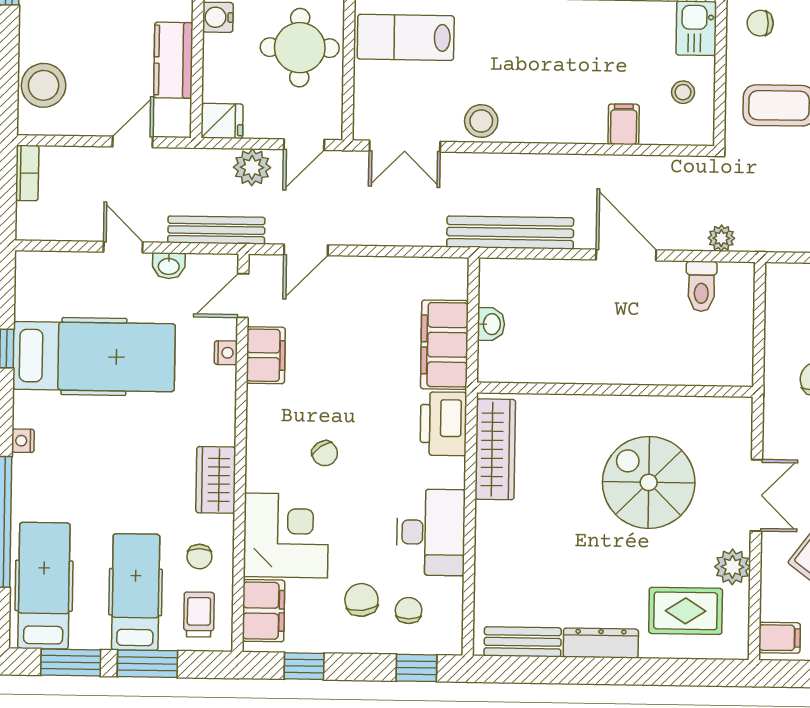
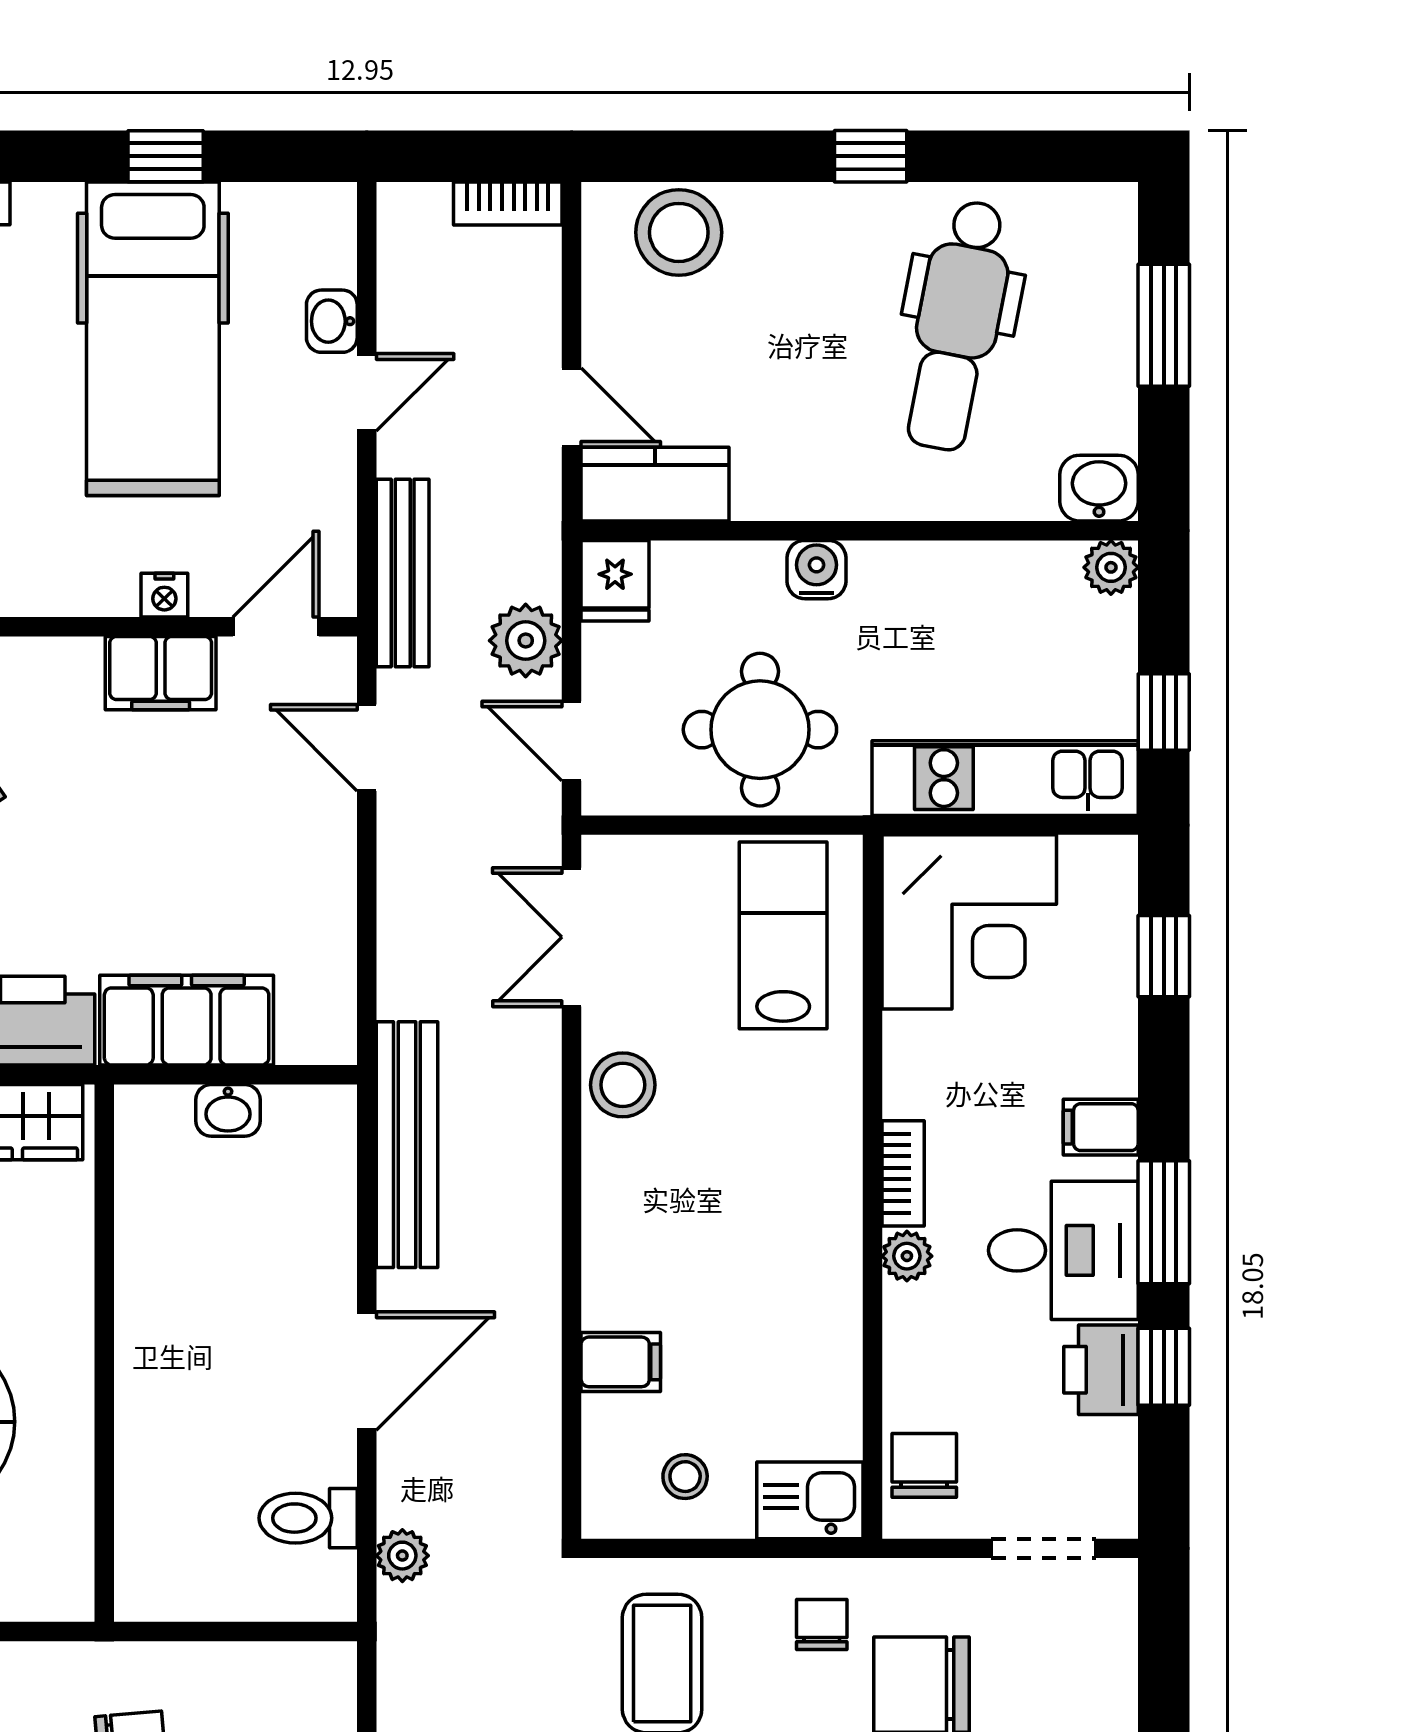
kitchen counter: (173, 60) -> (655, 484), moved
washbasin: (169, 266) -> (332, 321), moved
door: (243, 296) -> (276, 627), hinge flipped

